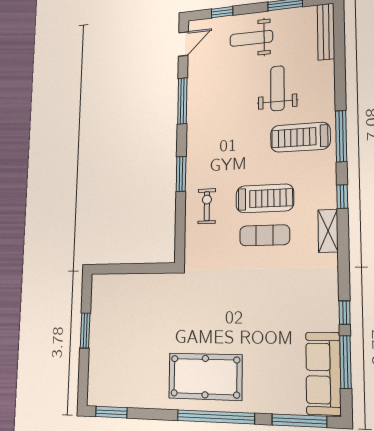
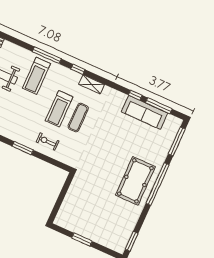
treadmill: (265, 198) -> (59, 109), turned 180
sofa: (323, 373) -> (144, 112), moved

